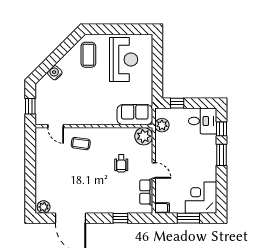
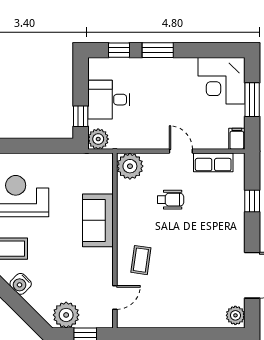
water cooler: (55, 73) -> (21, 284), moved
plant: (44, 93) -> (66, 315), added
sofa: (135, 115) -> (98, 220), moved
desk: (203, 121) -> (109, 100), moved, turned -90
plant: (162, 125) -> (98, 139), moved
door: (154, 170) -> (181, 151), hinge flipped

